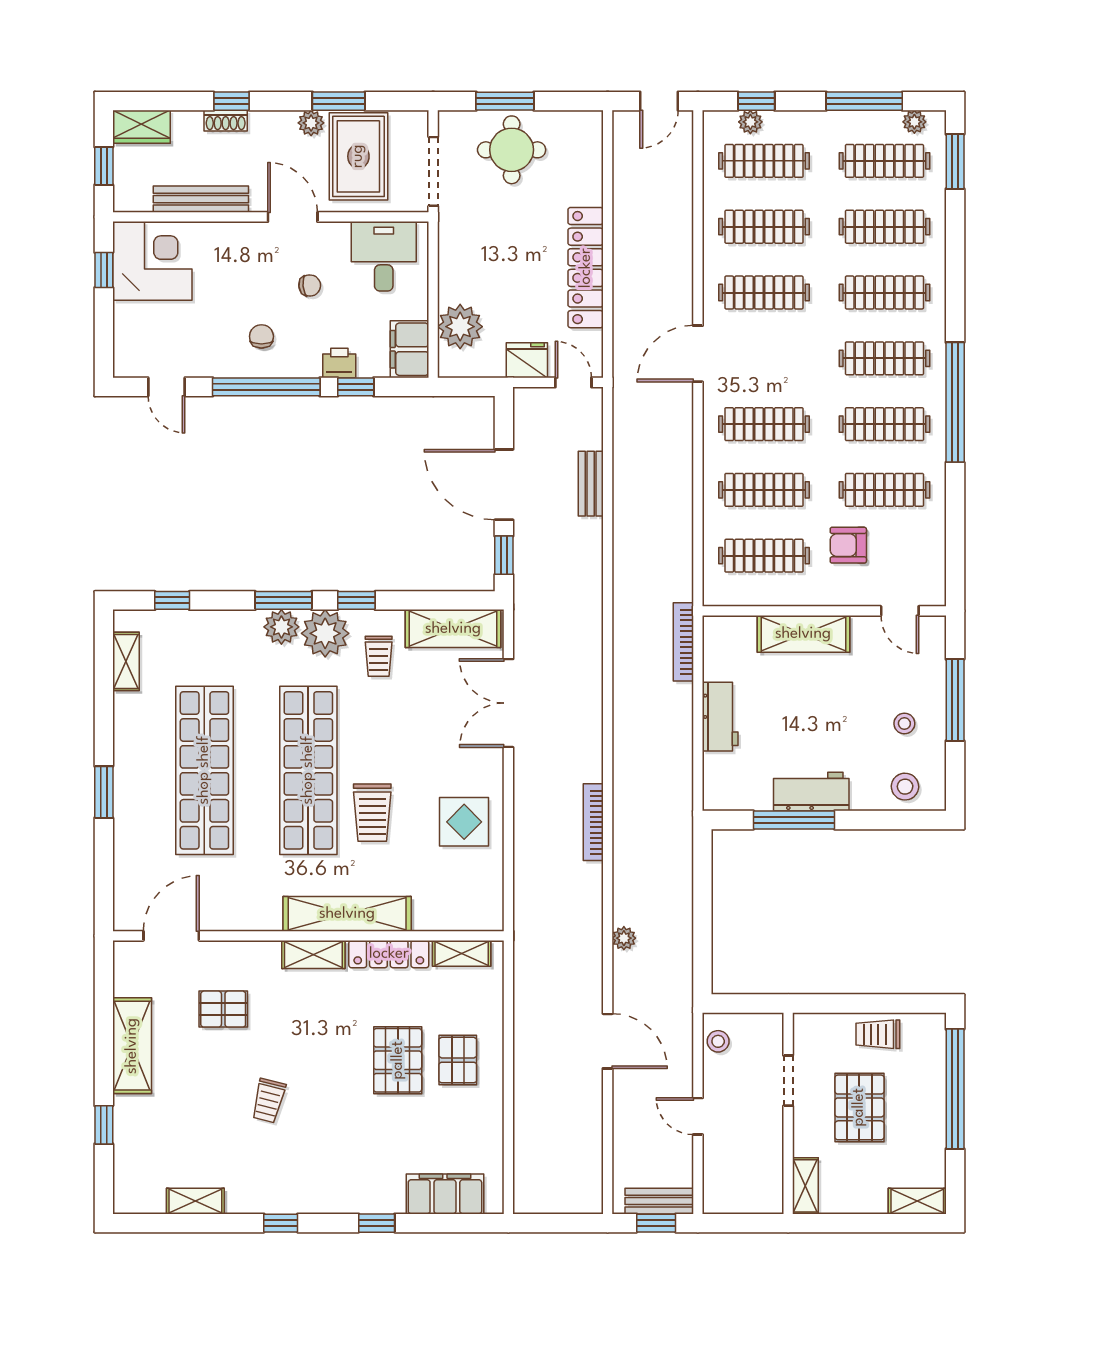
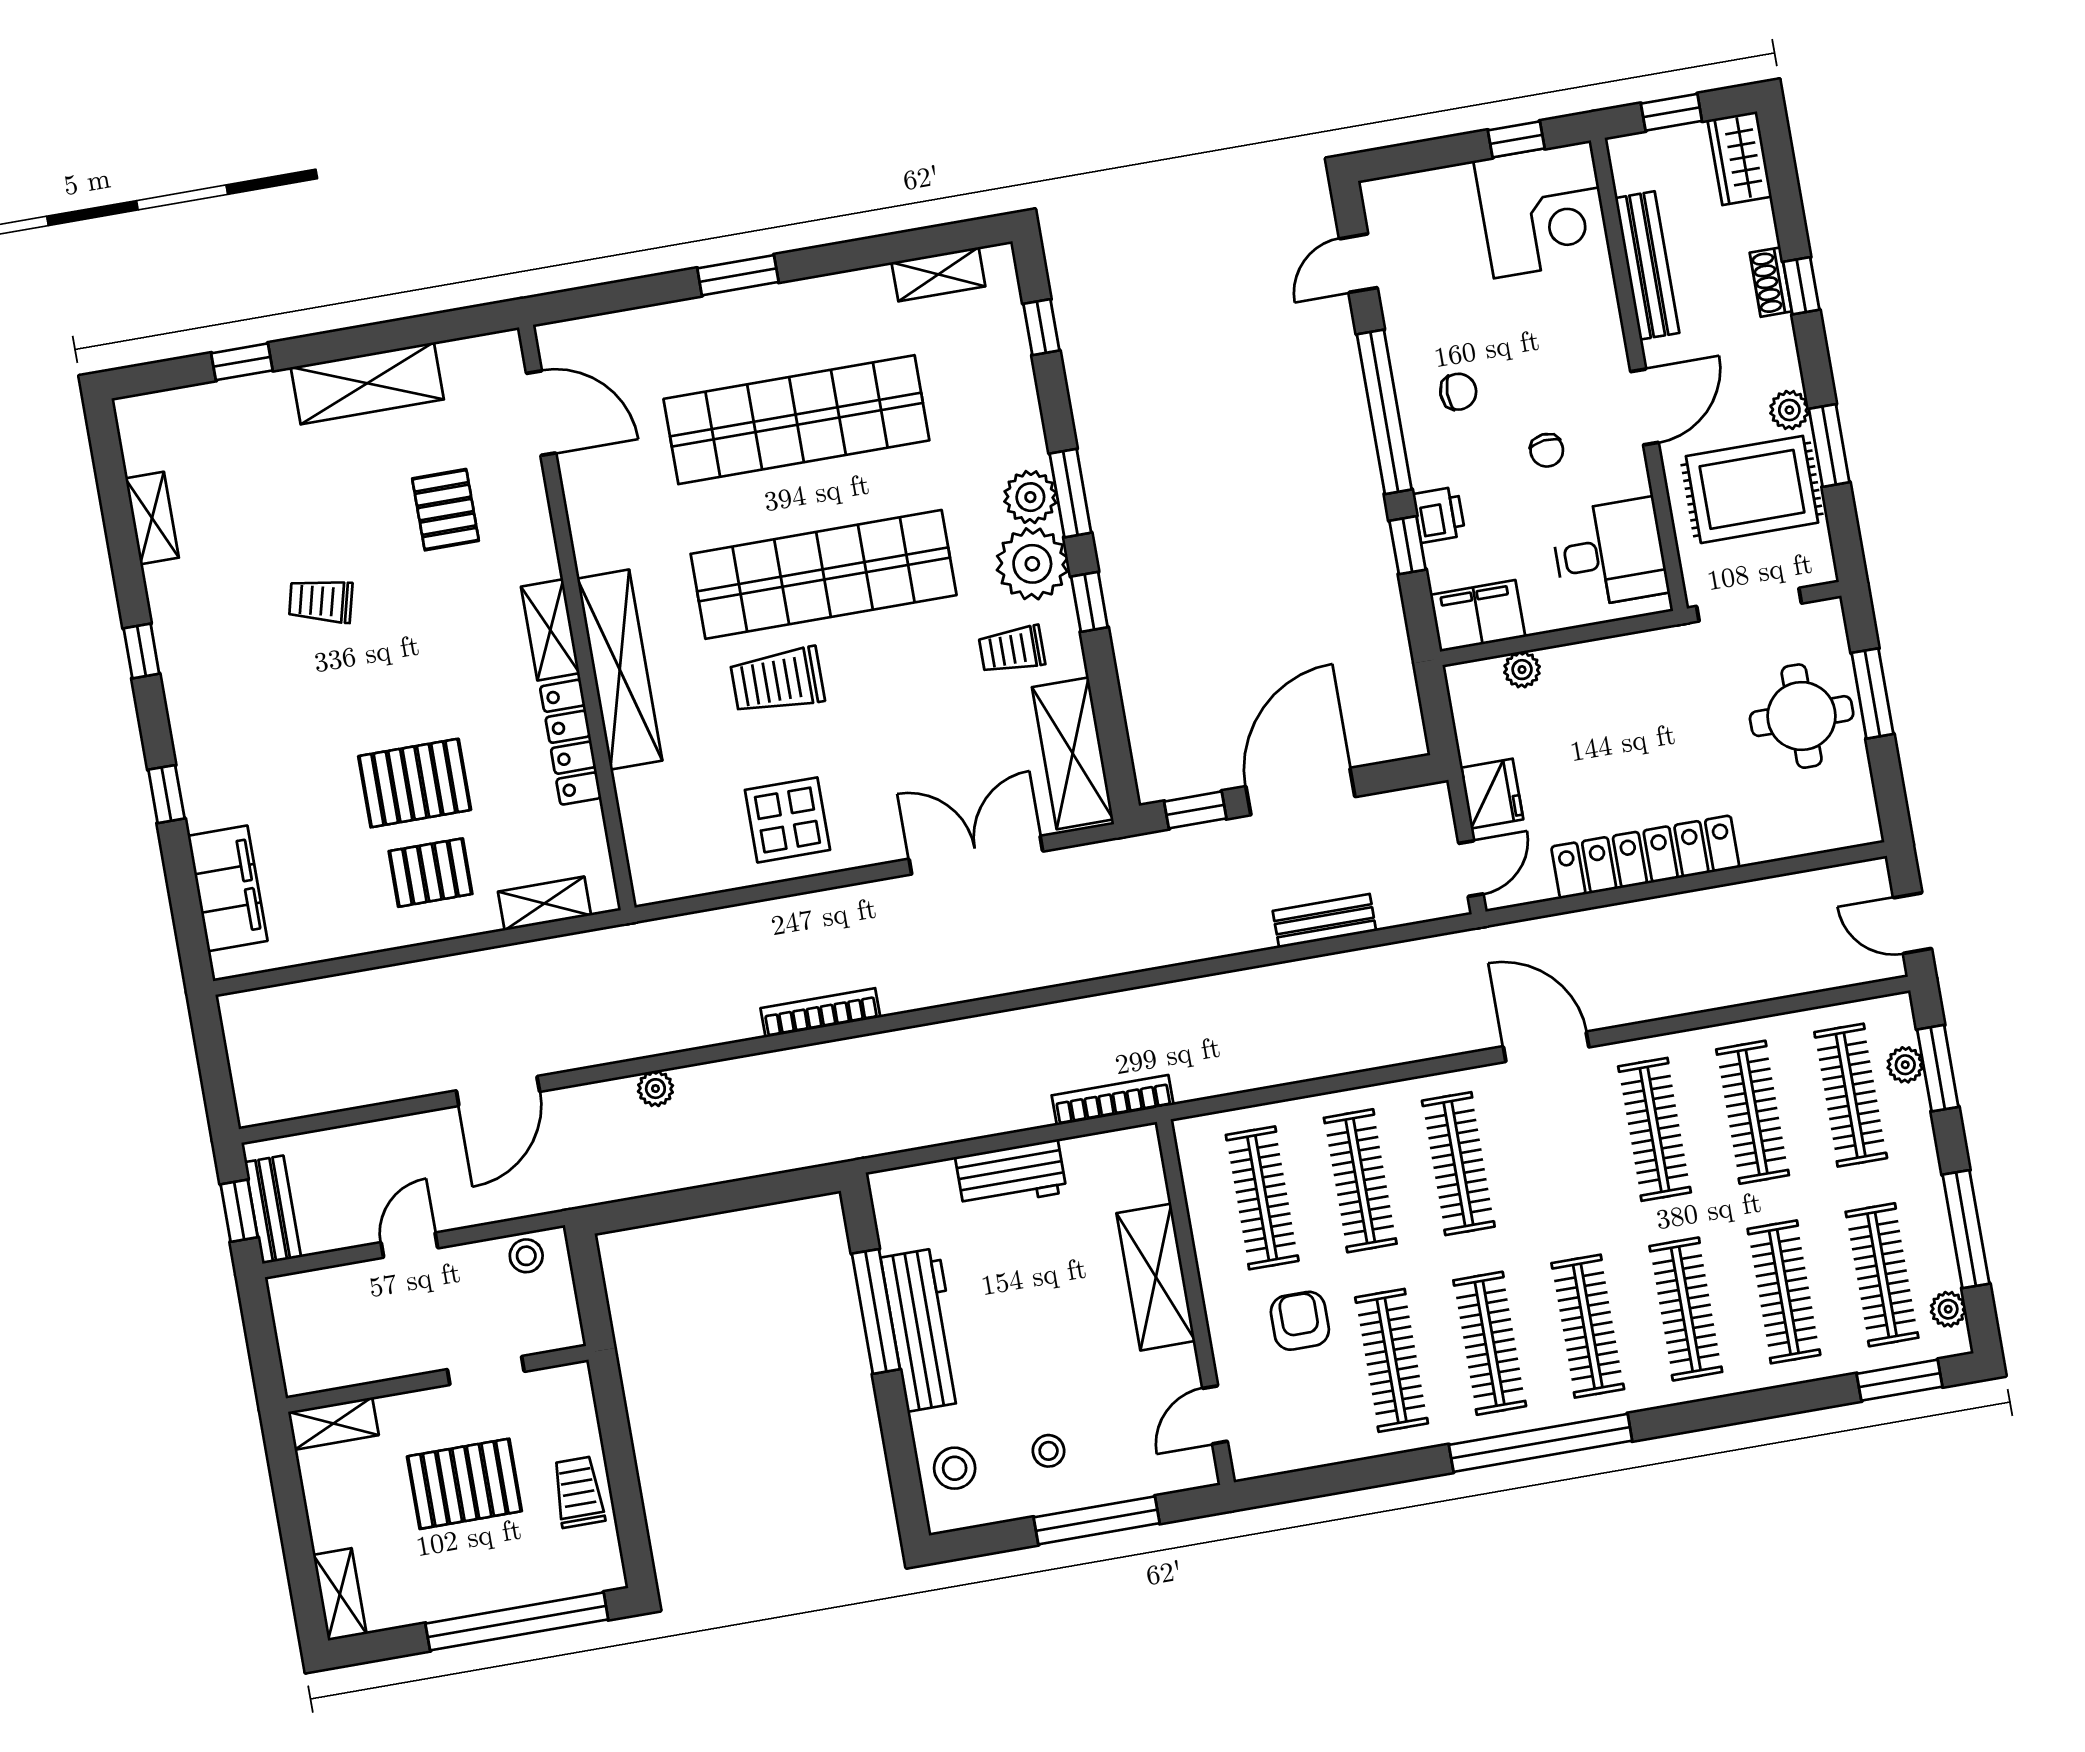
window: (756, 101) -> (1938, 1068), width x1.50
plant: (460, 327) -> (1522, 670), width x0.53, depth x0.53
workbench: (811, 792) -> (923, 1330), width x1.38
shelving: (462, 953) -> (545, 903), moved, turned 90

